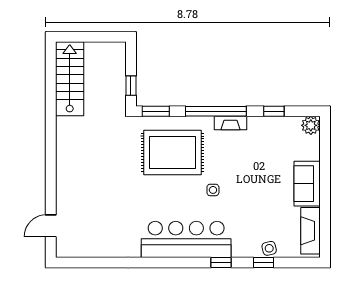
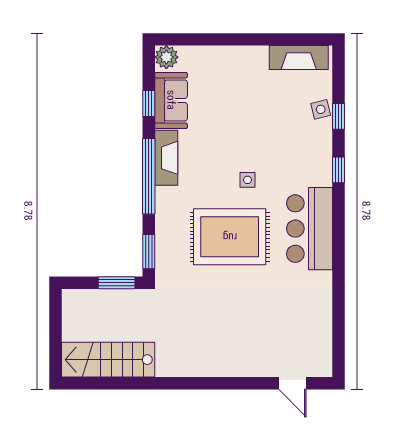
window: (131, 86) -> (117, 283), width x1.50
fireplace: (231, 123) -> (166, 158), width x1.37, depth x1.32
rug: (172, 152) -> (230, 237), moved, turned 90
sofa: (307, 184) -> (171, 100), moved, turned -90
bar counter: (186, 239) -> (310, 229), width x0.73

